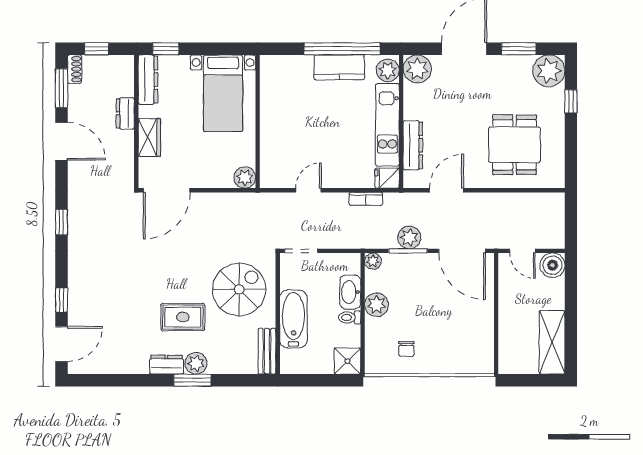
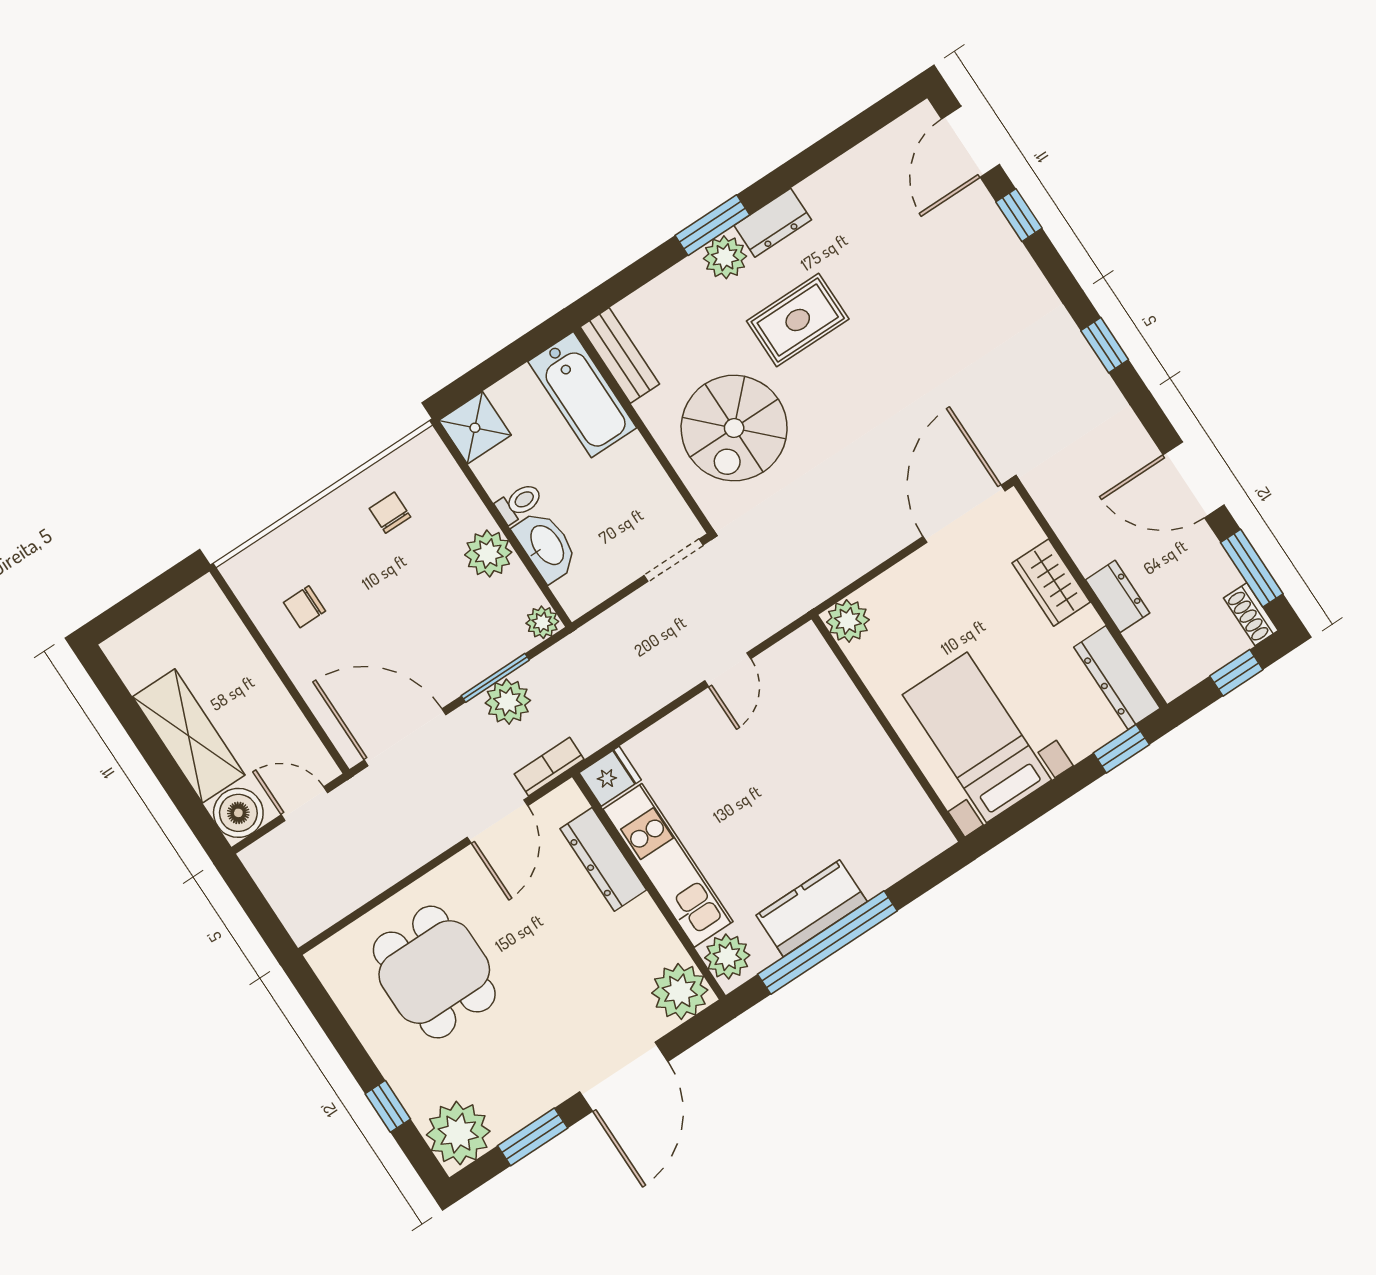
bookcase: (366, 199) -> (549, 767), moved
bathtub: (293, 319) -> (582, 395), moved
chair: (468, 333) -> (304, 607), added
shelving: (552, 342) -> (189, 736), moved

